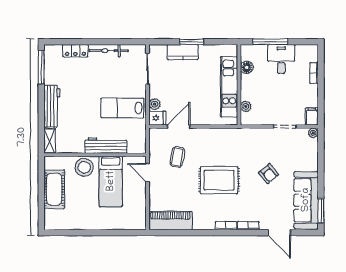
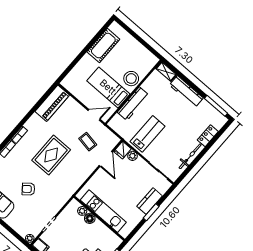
floor lamp: (247, 67) -> (90, 218), moved
cot: (54, 189) -> (103, 45), moved, turned 90

